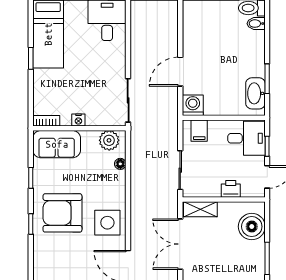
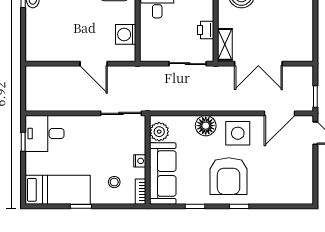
stool: (56, 93) -> (114, 182), added
washing machine: (193, 105) -> (126, 34), moved
filing cabinet: (199, 131) -> (150, 45), removed
sofa: (57, 144) -> (163, 173), width x1.36
floor lamp: (120, 164) -> (206, 126), moved, width x1.89, depth x1.89
printer: (231, 189) -> (206, 30), moved

